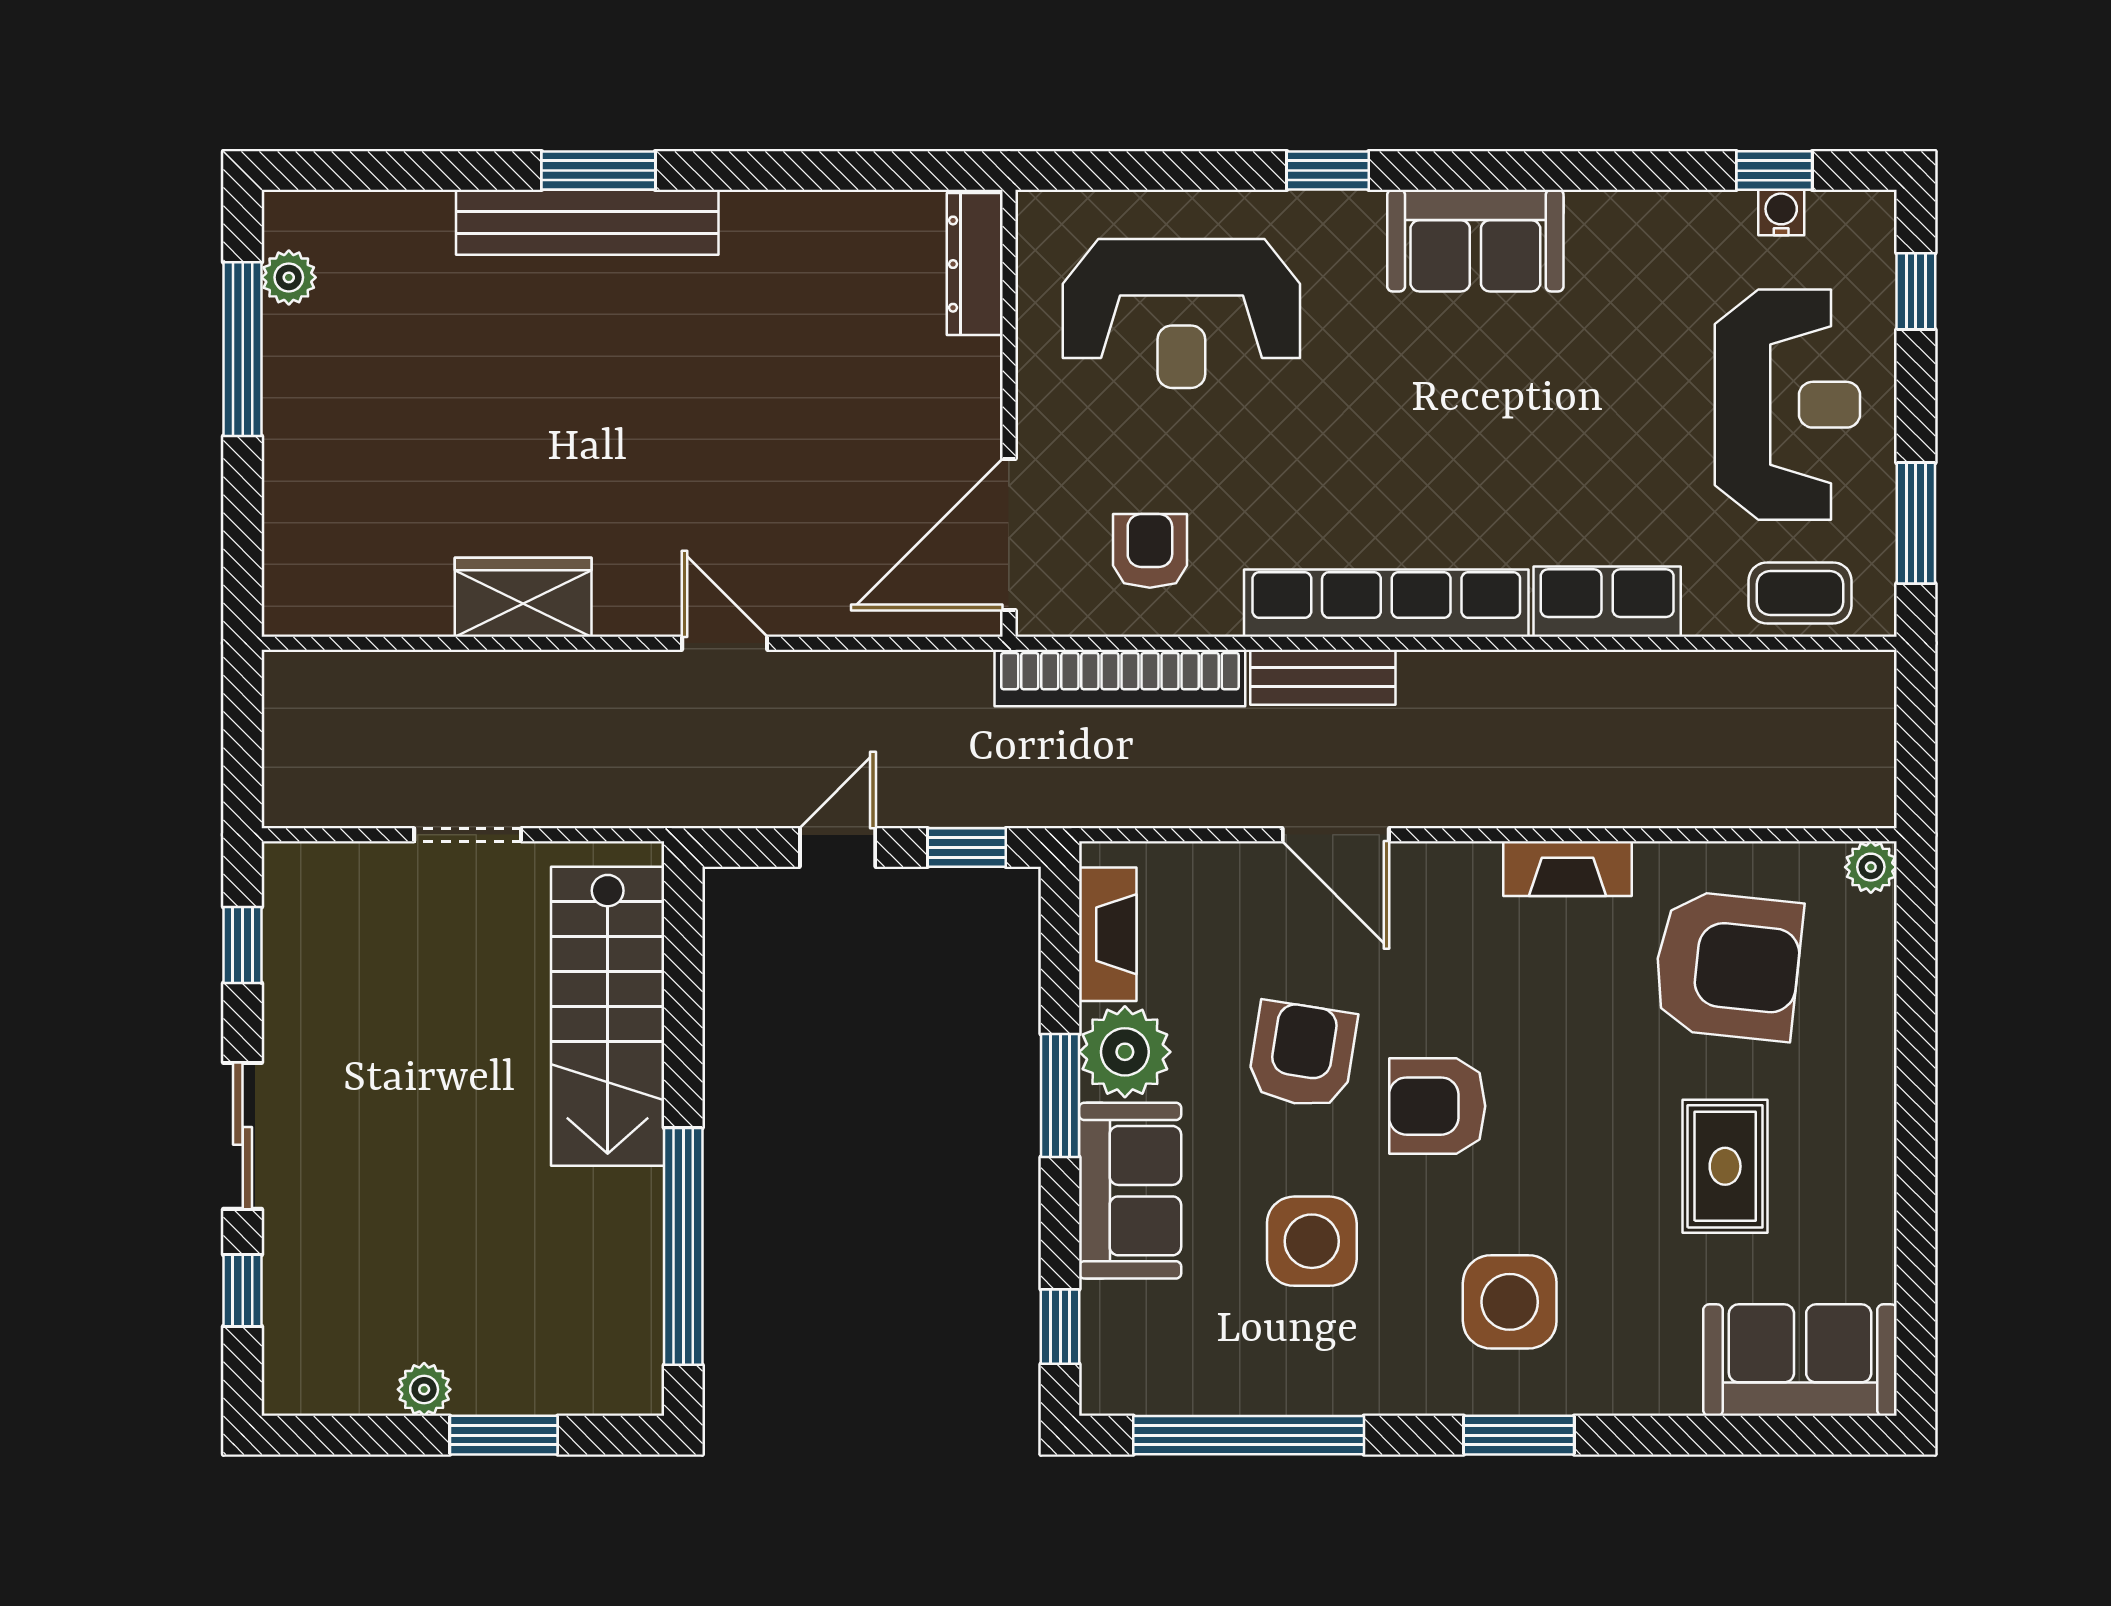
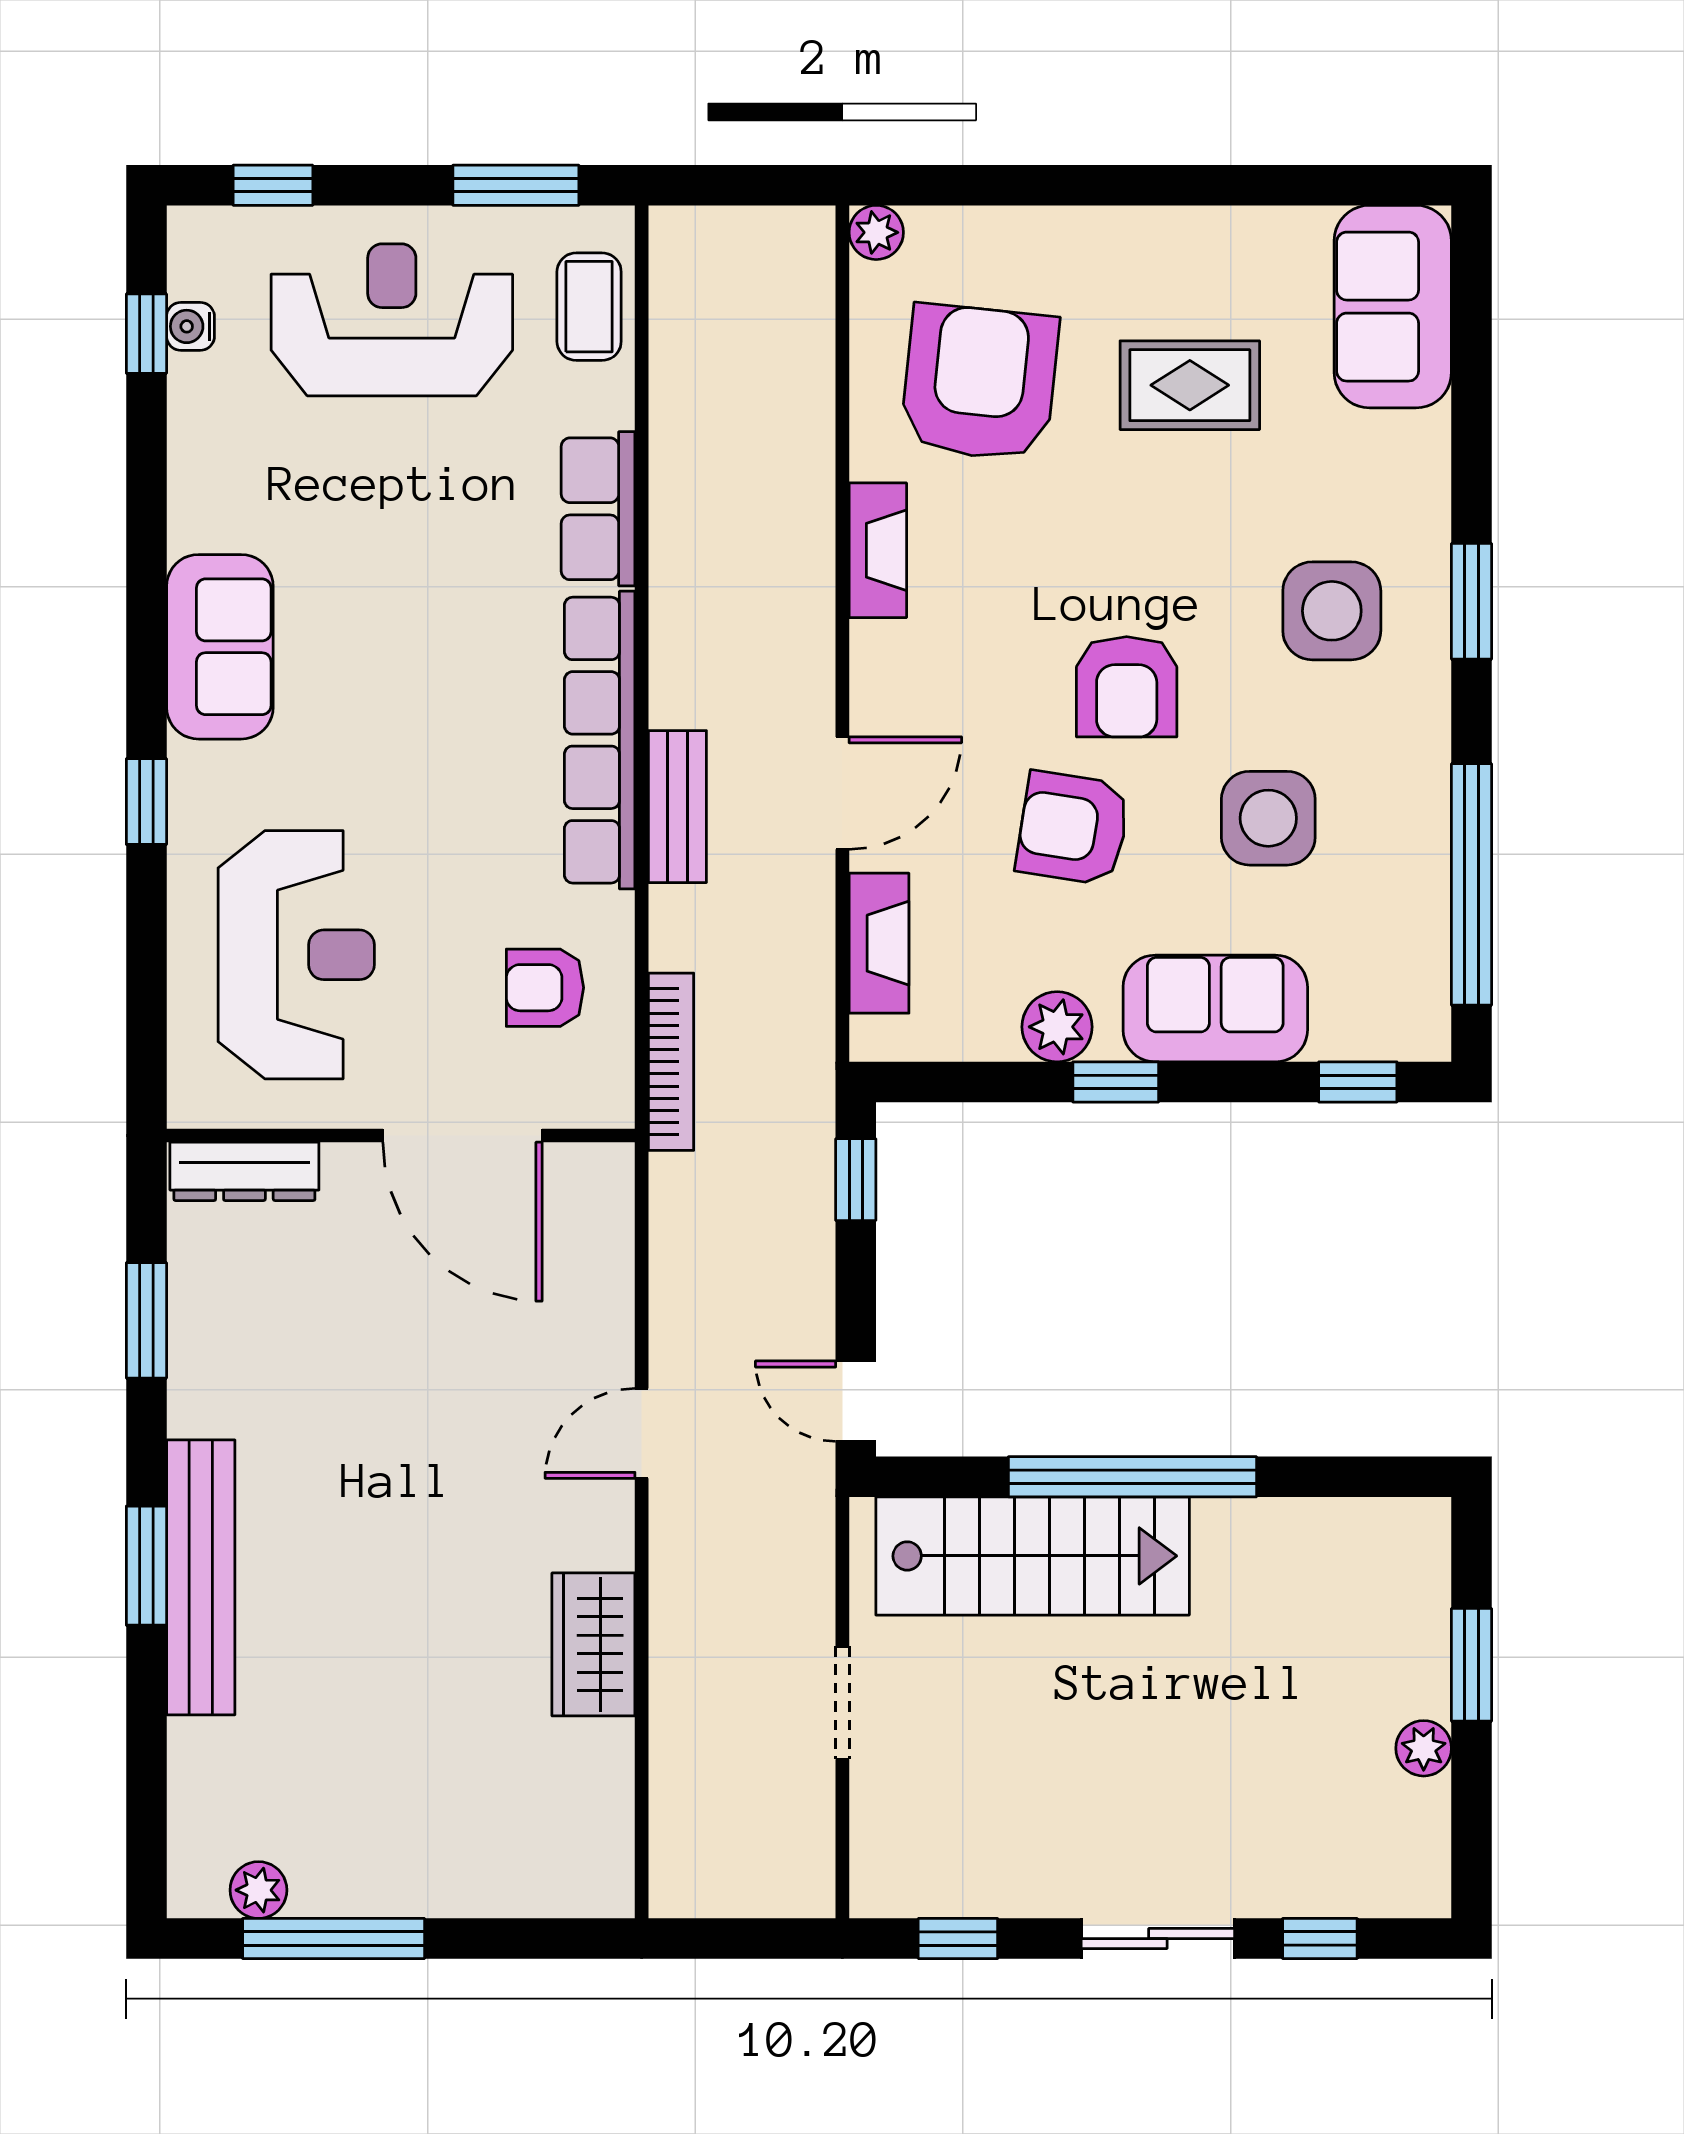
window: (832, 171) -> (146, 1320), added
door: (1009, 535) -> (462, 1135), moved
bookcase: (1120, 678) -> (671, 1062), width x0.68, depth x0.76
door: (838, 848) -> (856, 1401), moved
fireplace: (1108, 934) -> (879, 943), moved, turned 90
plant: (1125, 1052) -> (1057, 1027), width x0.73, depth x0.73
window: (1060, 1096) -> (1116, 1082), width x0.67
window: (683, 1246) -> (1132, 1477), moved

